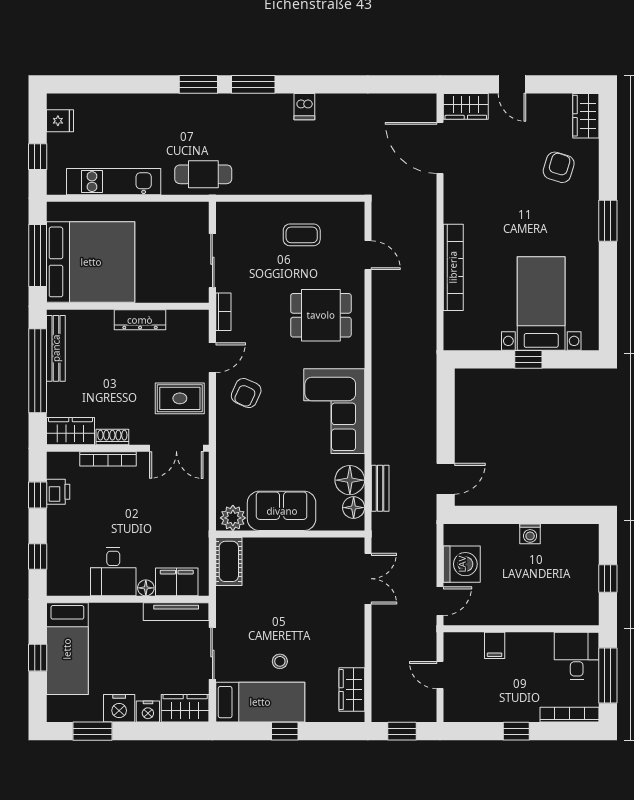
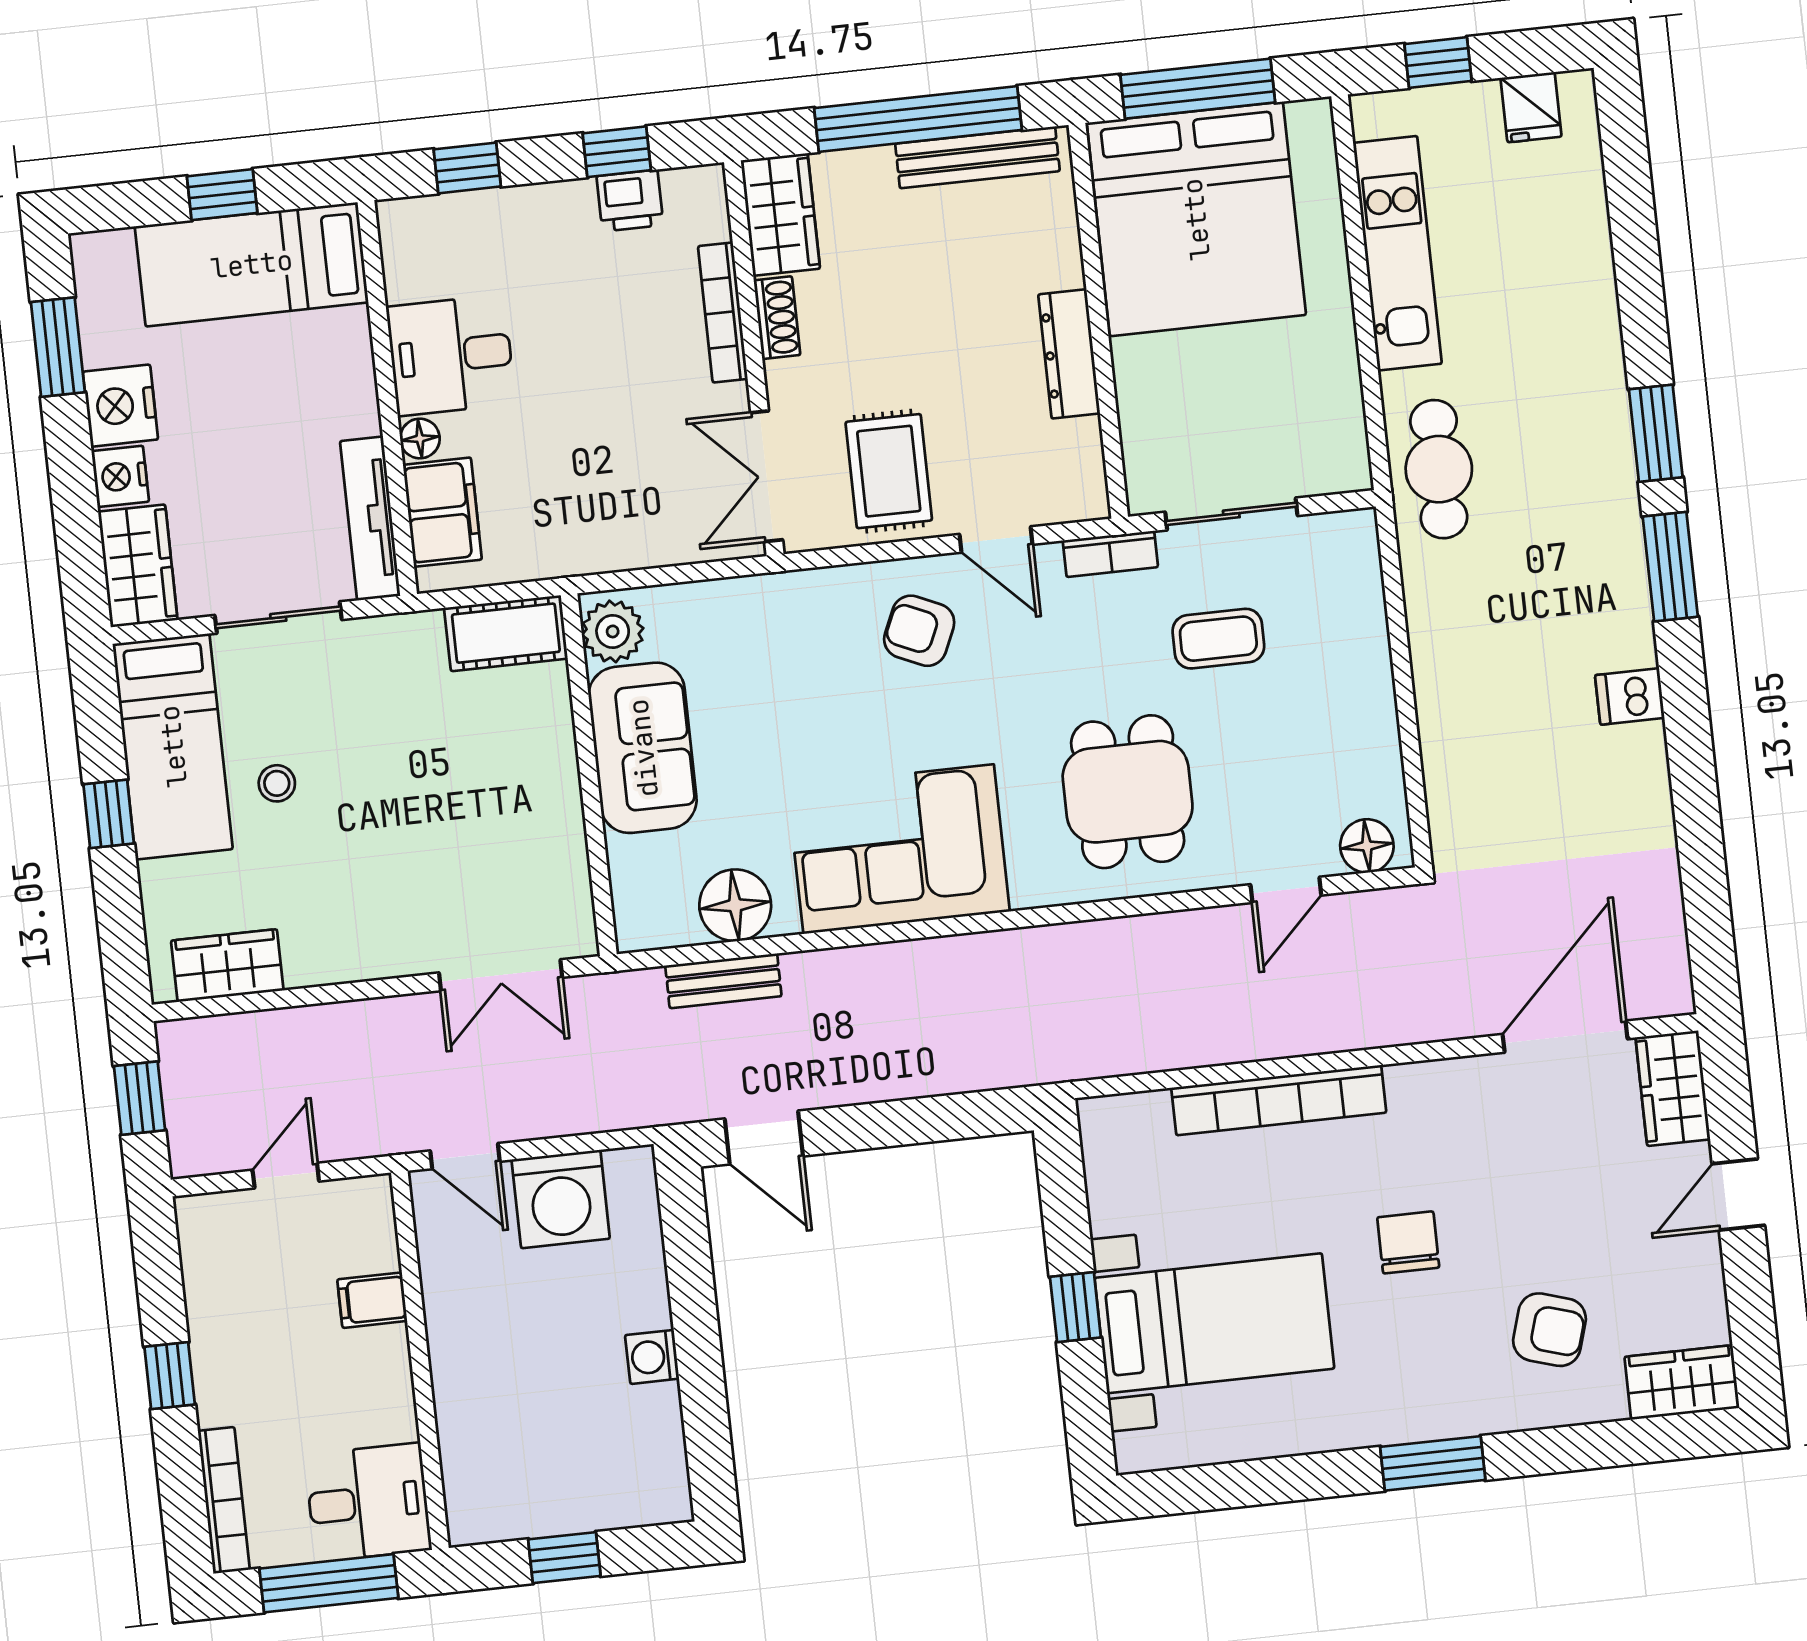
chair: (517, 221) -> (1408, 1242), added
coffee table: (302, 235) -> (1218, 639), moved, turned 90
floor lamp: (354, 508) -> (1367, 846), moved

